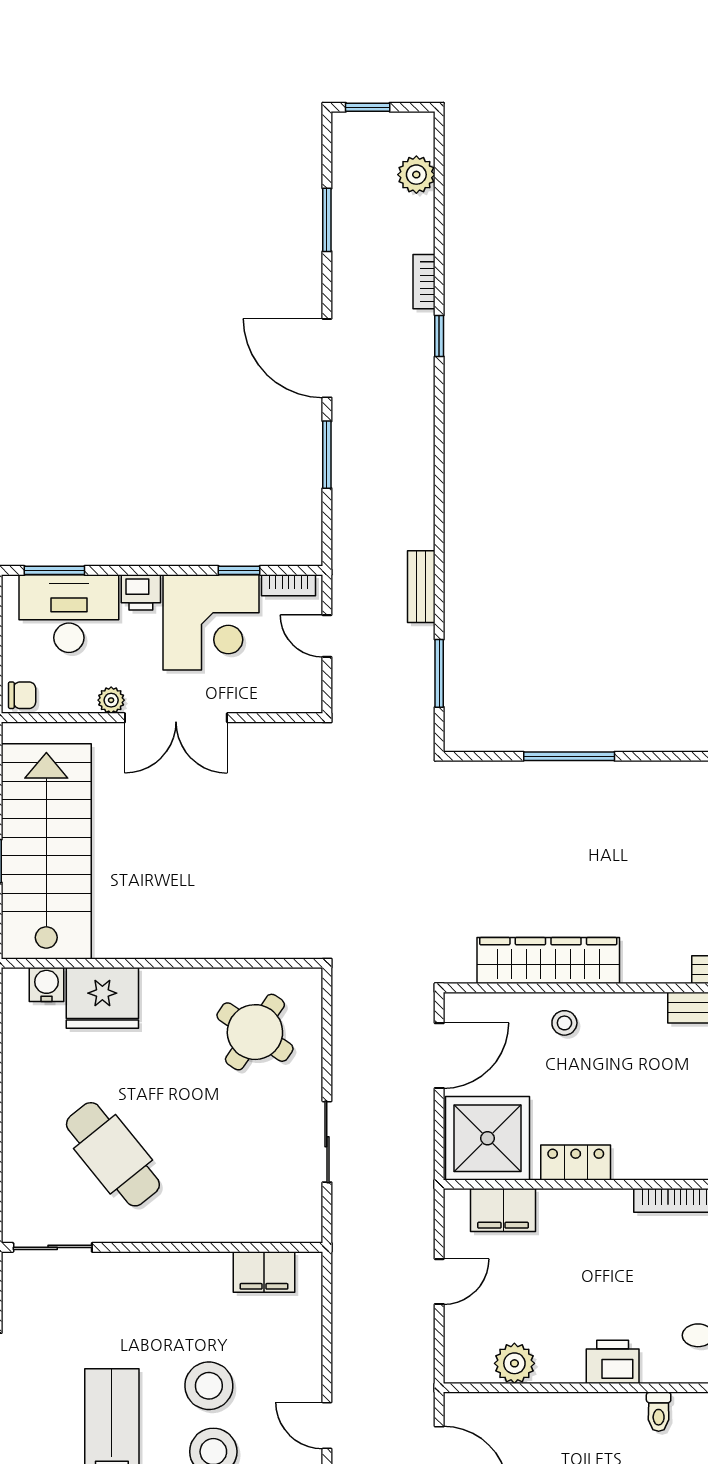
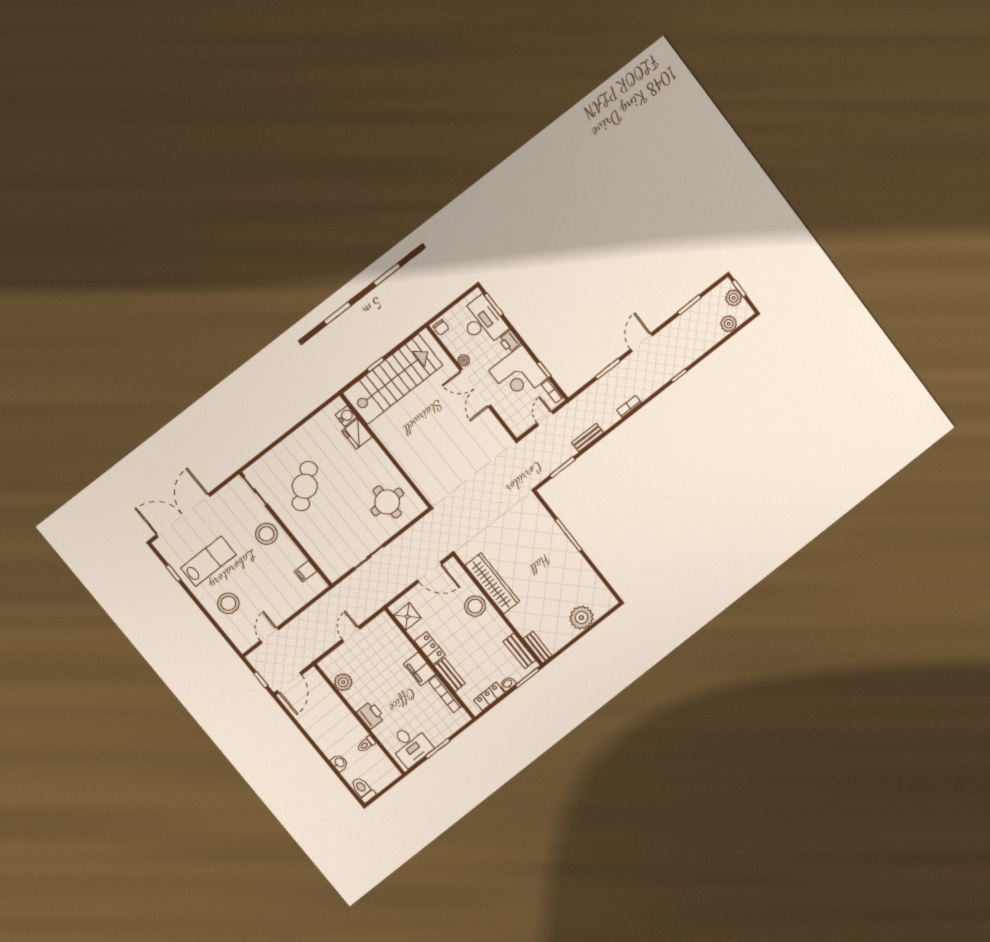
plant: (377, 130) -> (734, 298), added
bookcase: (424, 282) -> (629, 407), moved
door: (327, 358) -> (641, 342), width x0.73
fridge: (102, 998) -> (357, 434), width x0.73, depth x0.75
stool: (564, 1023) -> (475, 606), width x1.89, depth x1.89
round table: (255, 1032) -> (387, 502), turned -34
shower: (488, 1138) -> (407, 617), width x0.54, depth x0.54
bench: (652, 1165) -> (450, 675), added
filing cabinet: (503, 1210) -> (420, 669), moved
filing cabinet: (264, 1272) -> (306, 571), width x0.50
door: (439, 1282) -> (351, 634), swing flipped
stool: (209, 1386) -> (266, 534), moved

